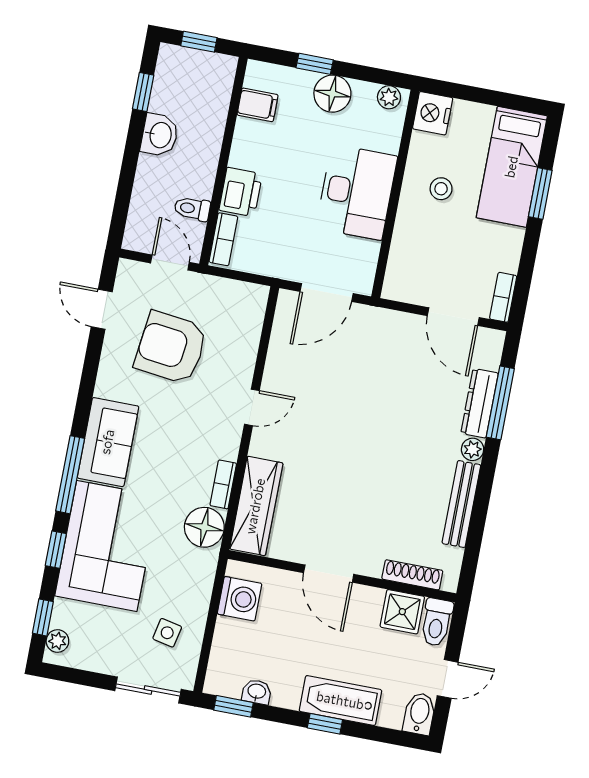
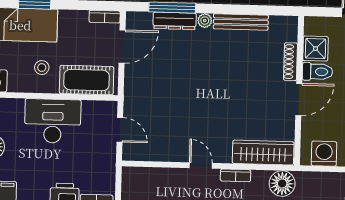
cot: (411, 254) -> (87, 80), added
door: (327, 292) -> (120, 130), width x0.73
bookcase: (223, 484) -> (236, 175), moved
shoe rack: (412, 575) -> (291, 62), moved
toilet: (437, 622) -> (317, 72), moved

